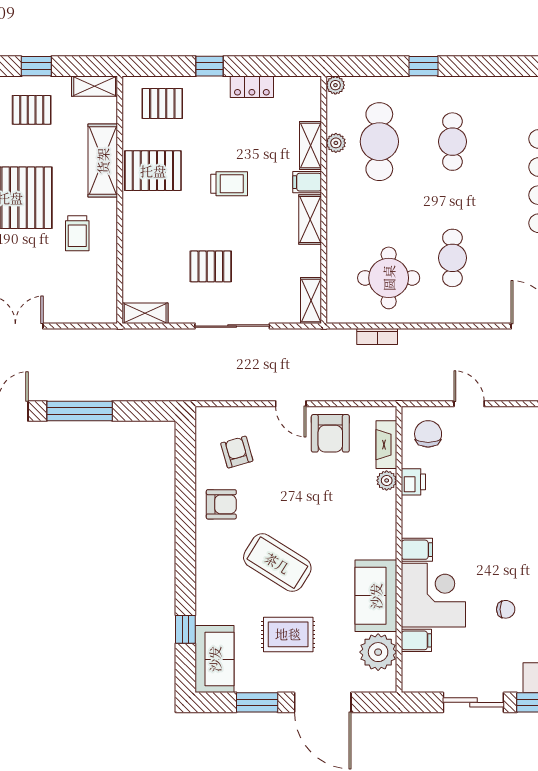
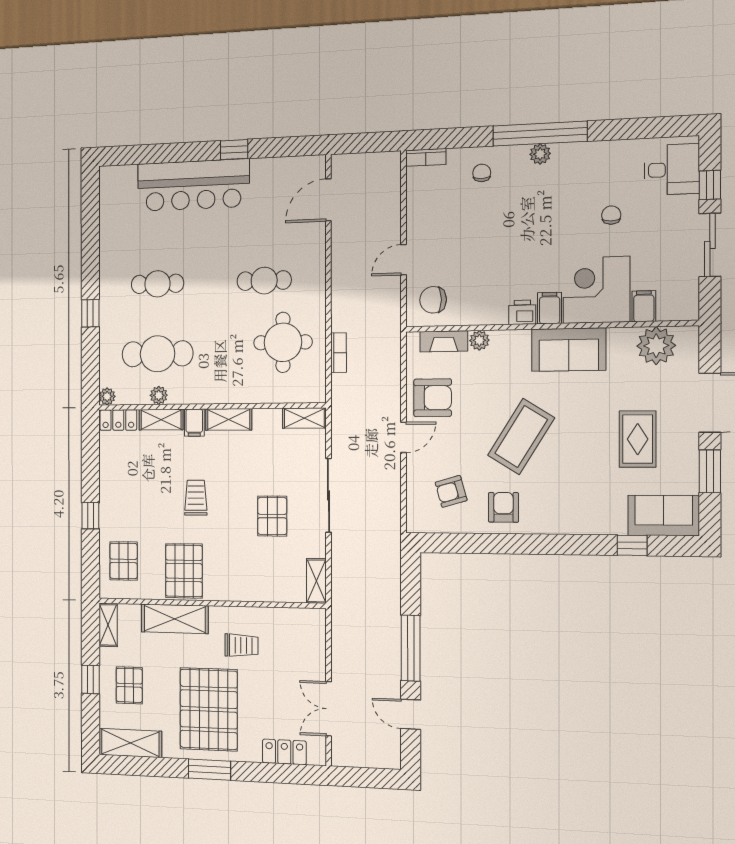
locker: (252, 87) -> (118, 420), moved, turned 90
printer: (413, 482) -> (522, 312), moved
coffee table: (277, 563) -> (521, 437), moved
sofa: (376, 596) -> (569, 350), moved

